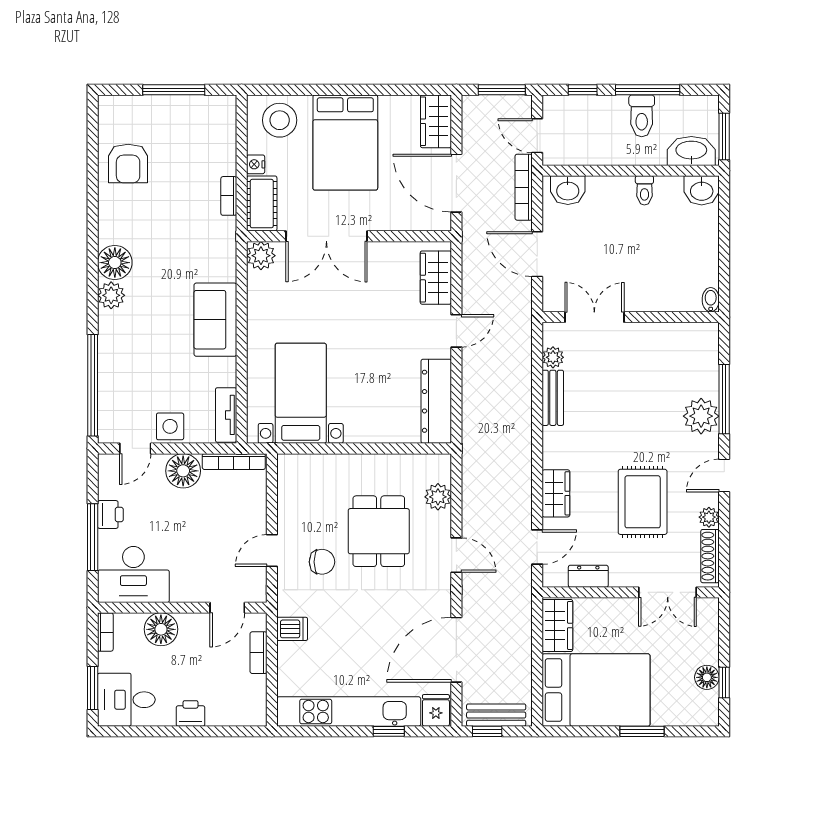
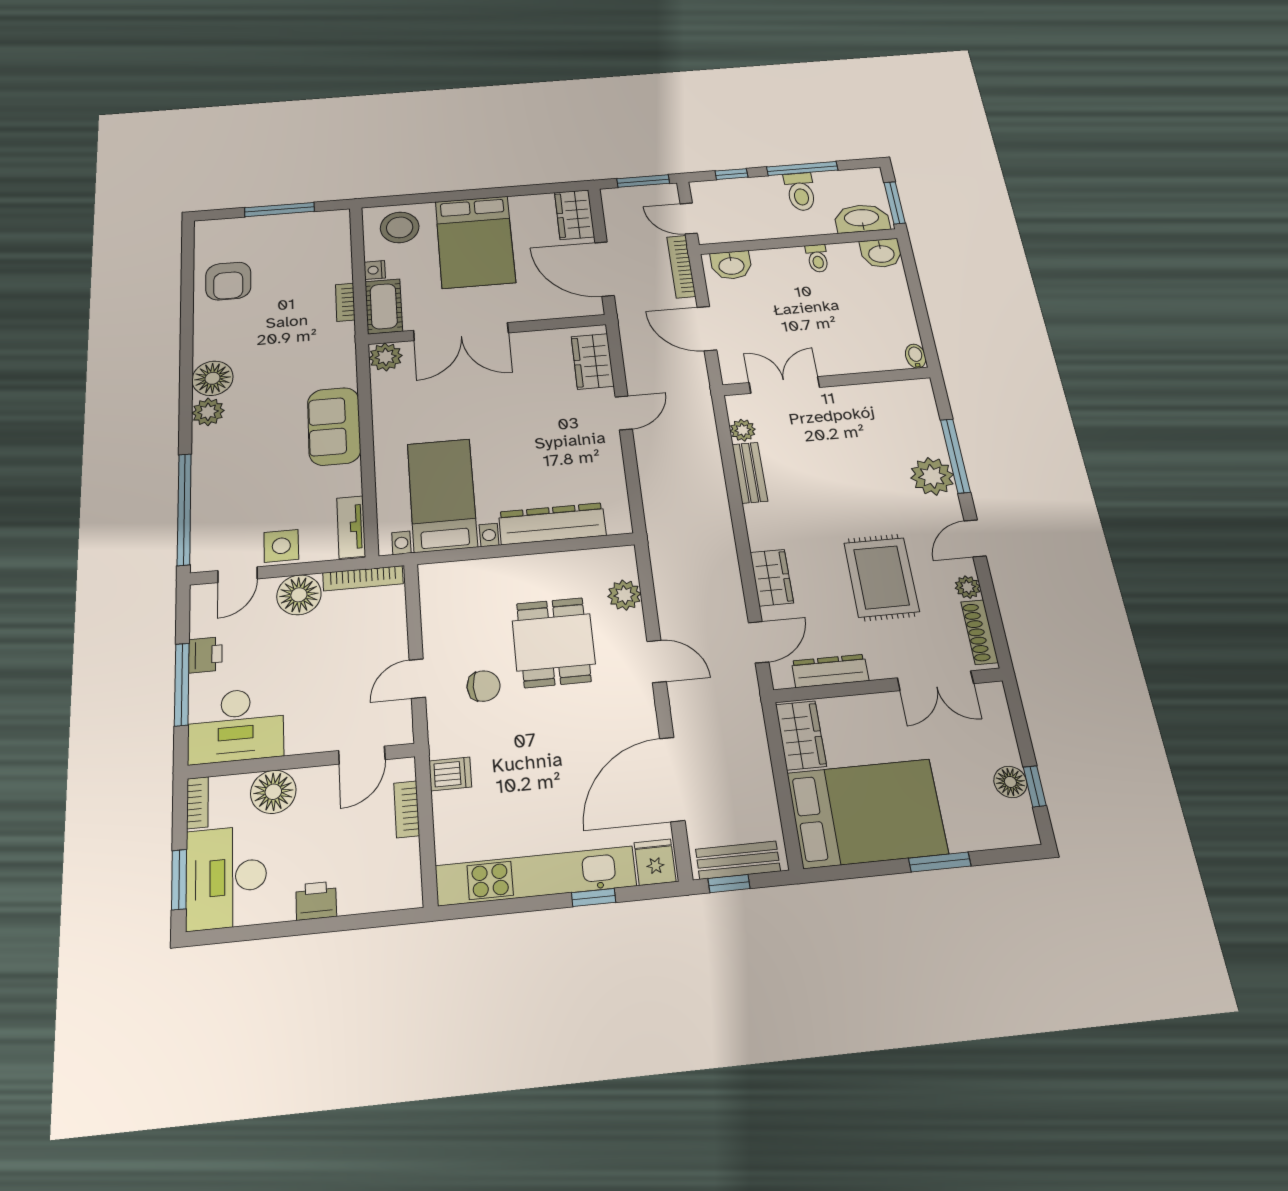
dresser: (436, 401) -> (552, 524), moved, turned 90
dresser: (588, 576) -> (830, 671), width x1.44
desk: (126, 700) -> (226, 877), width x1.37

